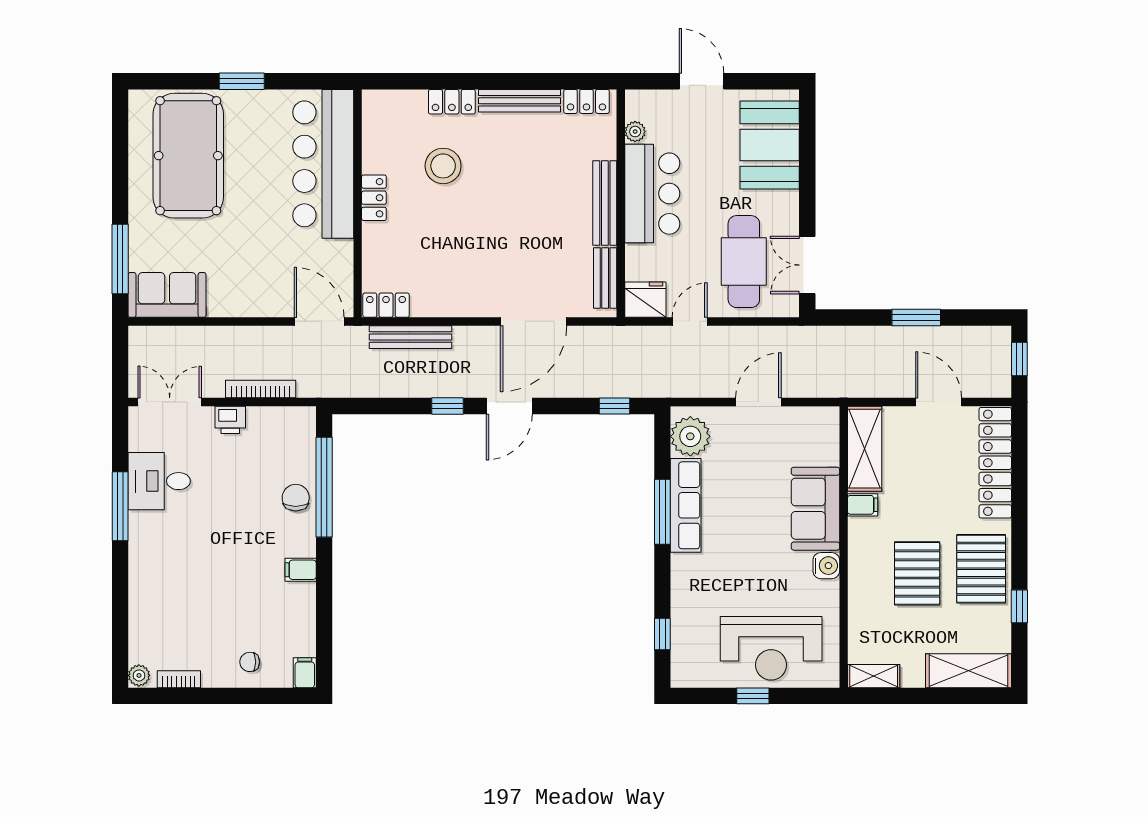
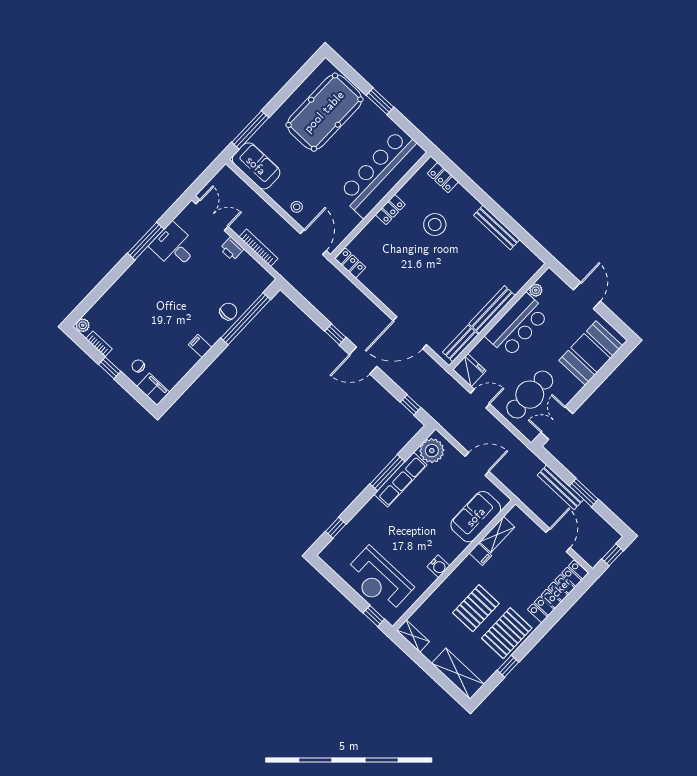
locker: (586, 101) -> (527, 256), removed
locker: (452, 102) -> (443, 178), moved
stool: (260, 298) -> (297, 207), added
bench: (411, 337) -> (560, 487), moved
shelving: (865, 449) -> (497, 534), width x0.67, depth x0.75
sofa: (815, 509) -> (476, 517), moved
filing cabinet: (305, 673) -> (153, 389), width x2.00
window: (218, 696) -> (110, 368), added
window: (753, 696) -> (374, 616), moved

